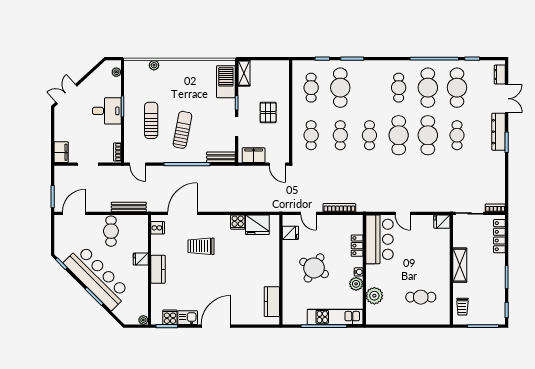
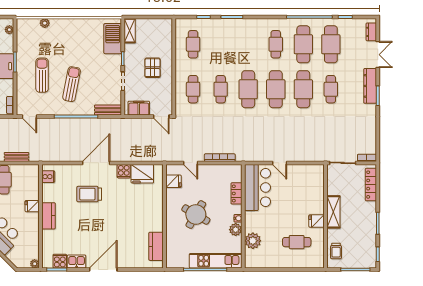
cafe table: (340, 88) -> (221, 44), removed
cafe table: (369, 135) -> (248, 89), width x1.37, depth x1.35
bench: (129, 207) -> (17, 157), width x0.73
door: (183, 213) -> (96, 163), moved
fridge: (442, 222) -> (317, 221), moved

